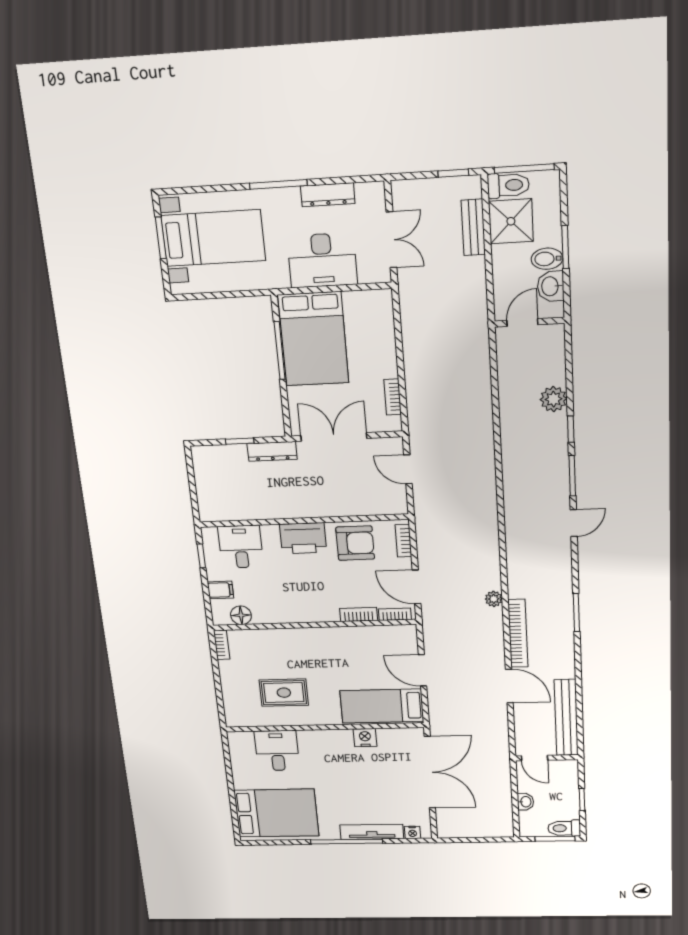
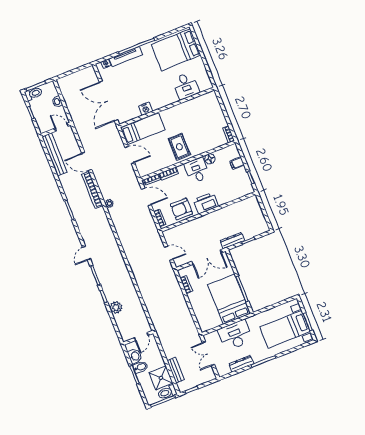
desk: (241, 547) -> (197, 170), moved, turned 180
floor lamp: (241, 615) -> (210, 159), moved
rug: (284, 693) -> (179, 147), moved, turned 90

